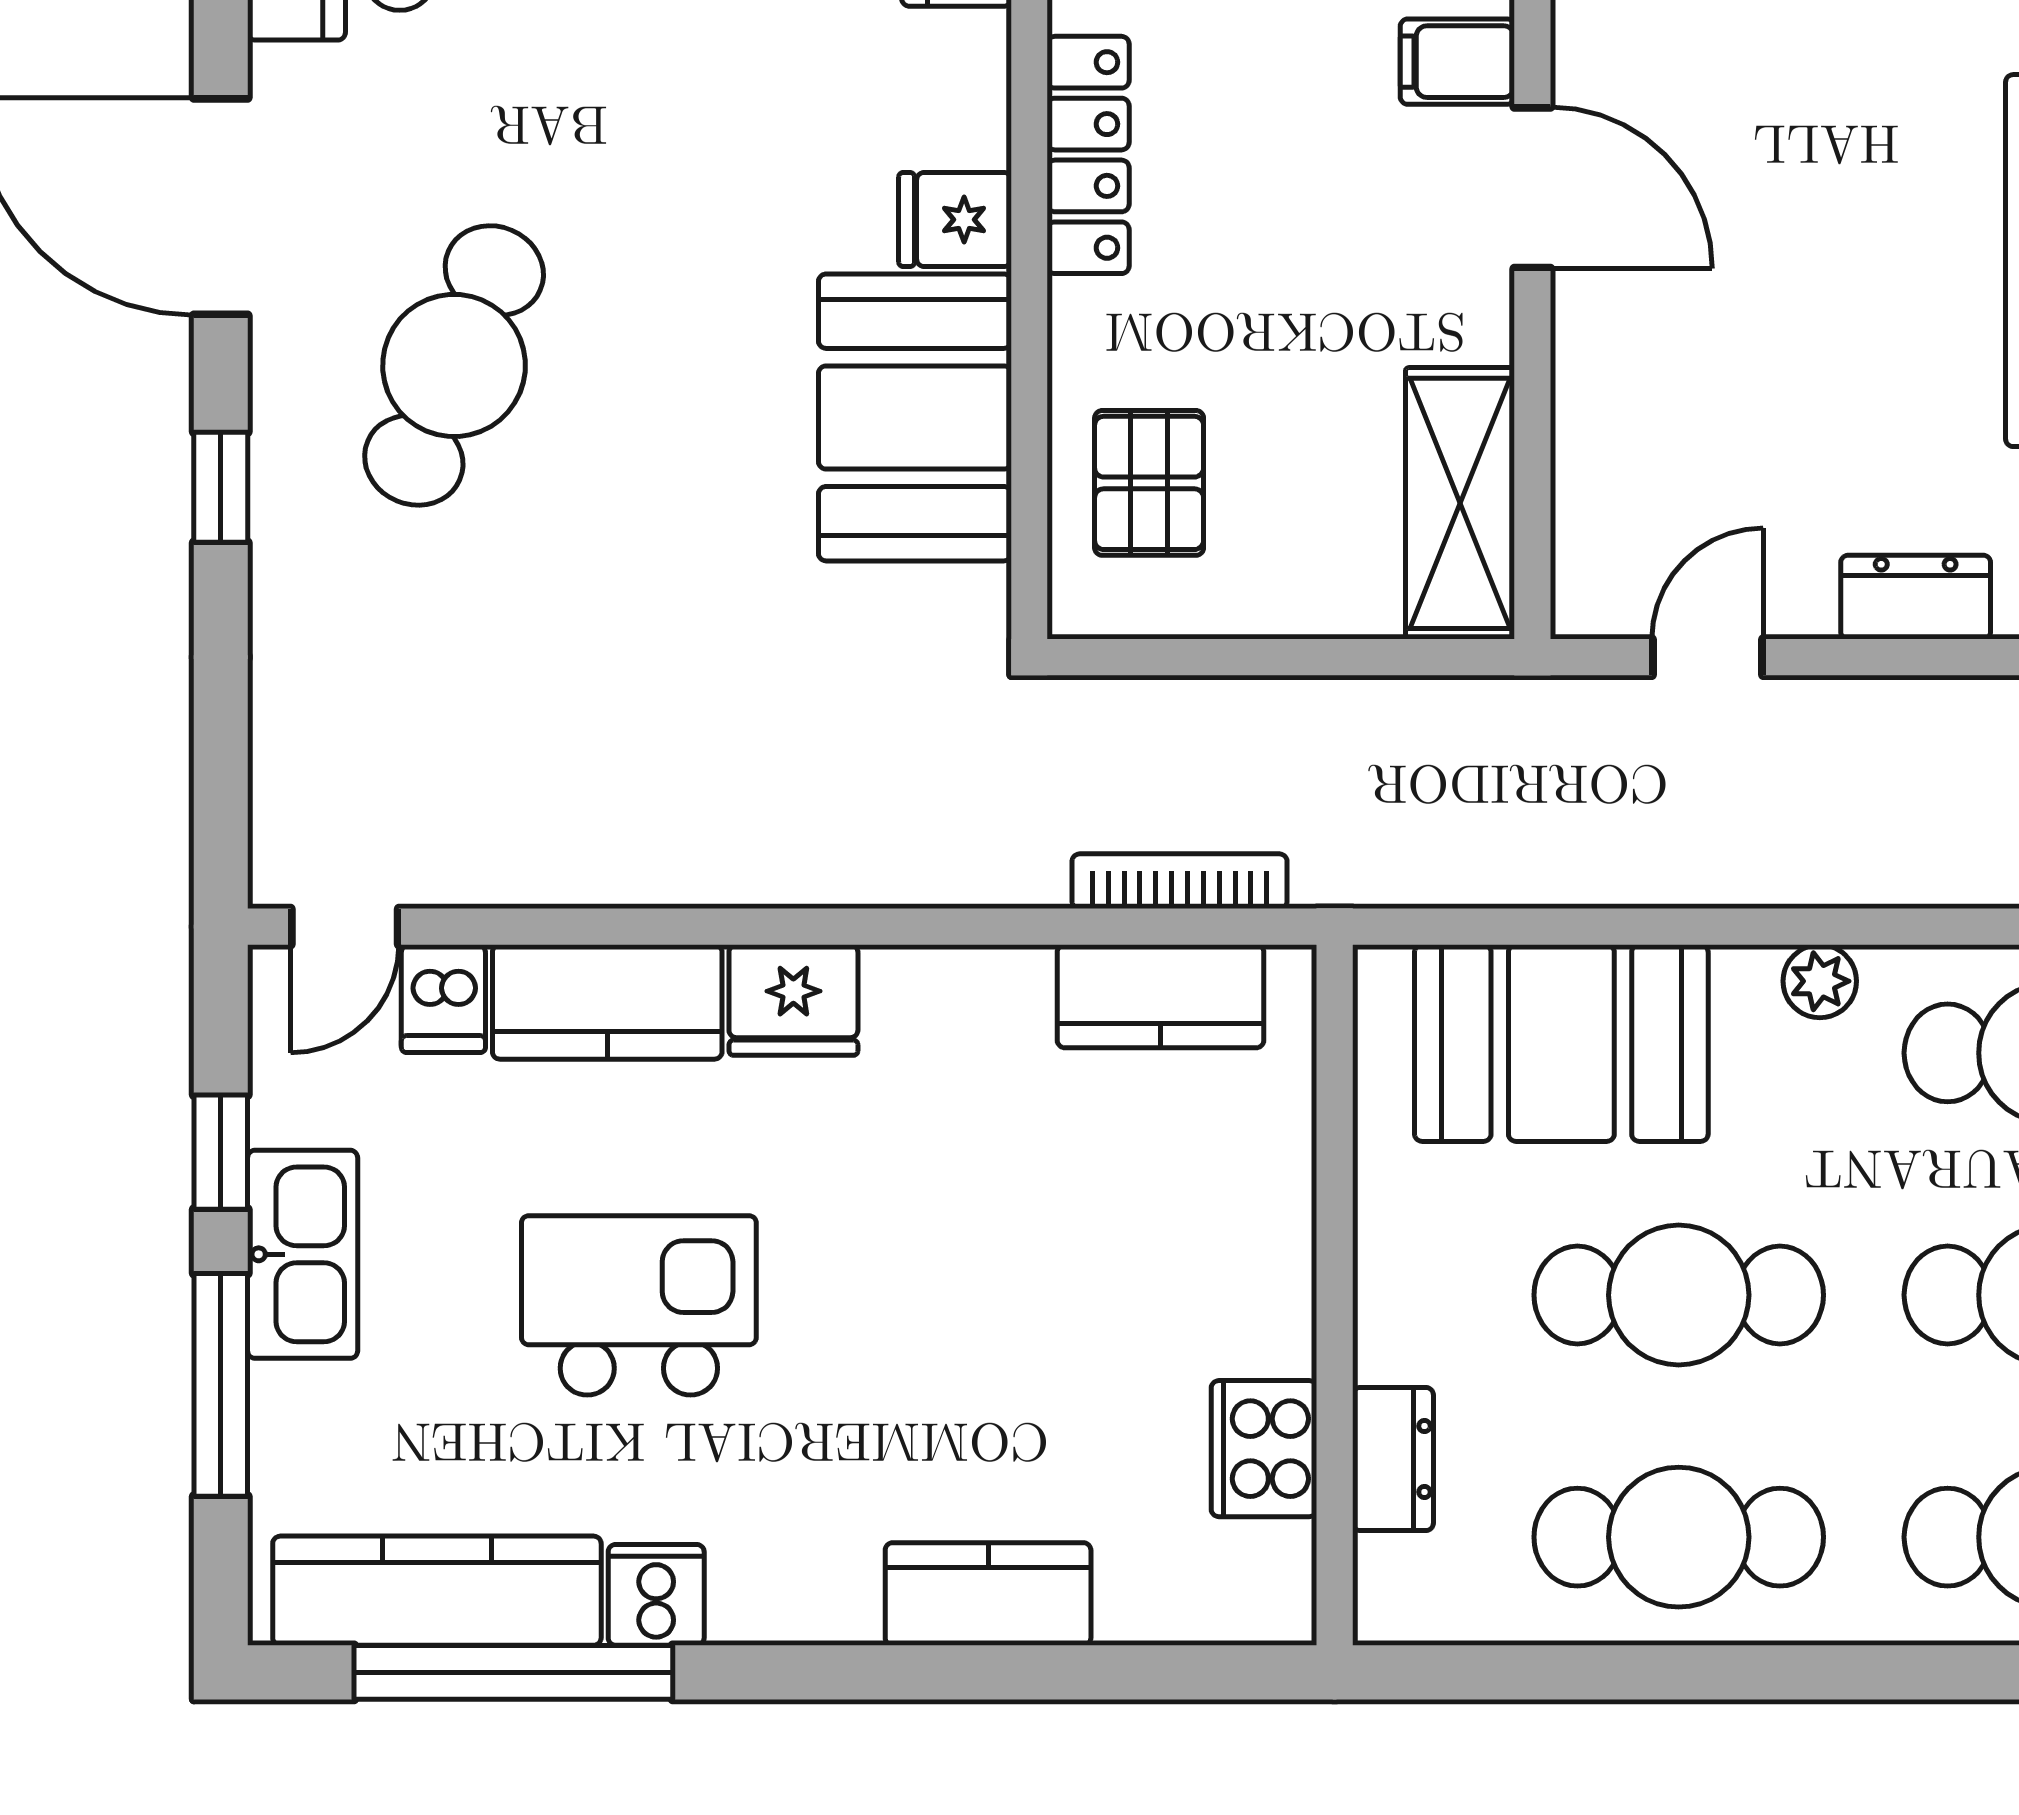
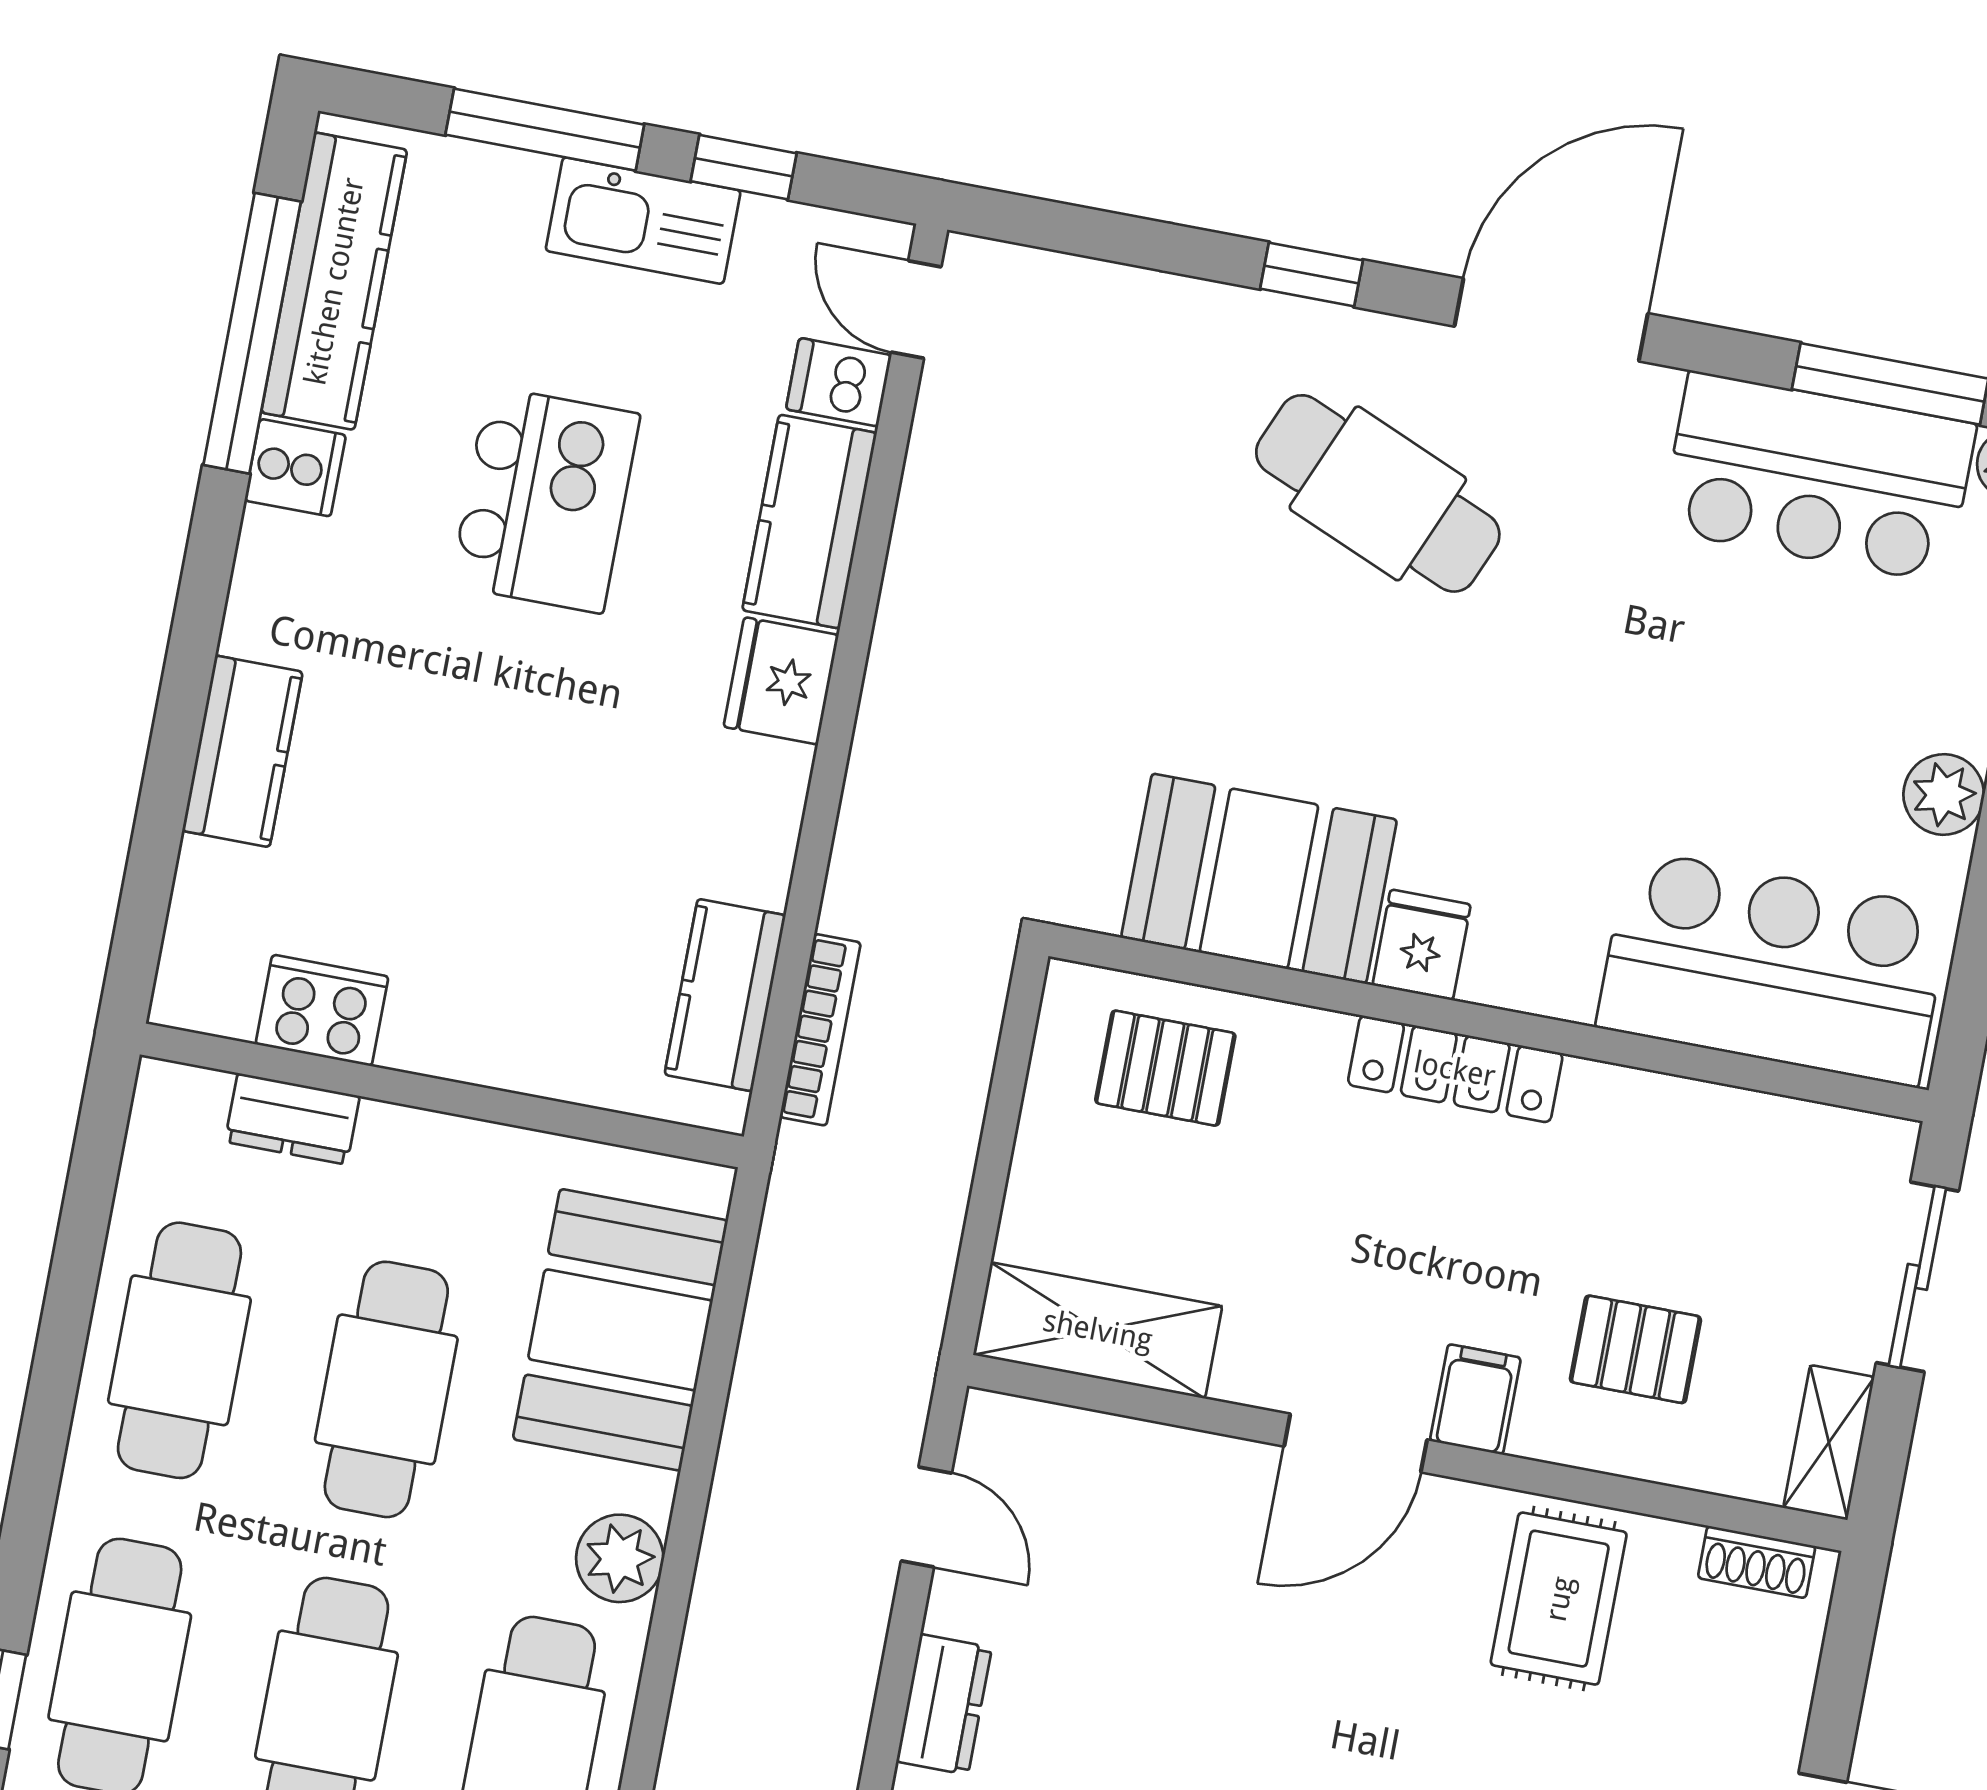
plant: (1820, 981) -> (620, 1558), width x1.38, depth x1.38

